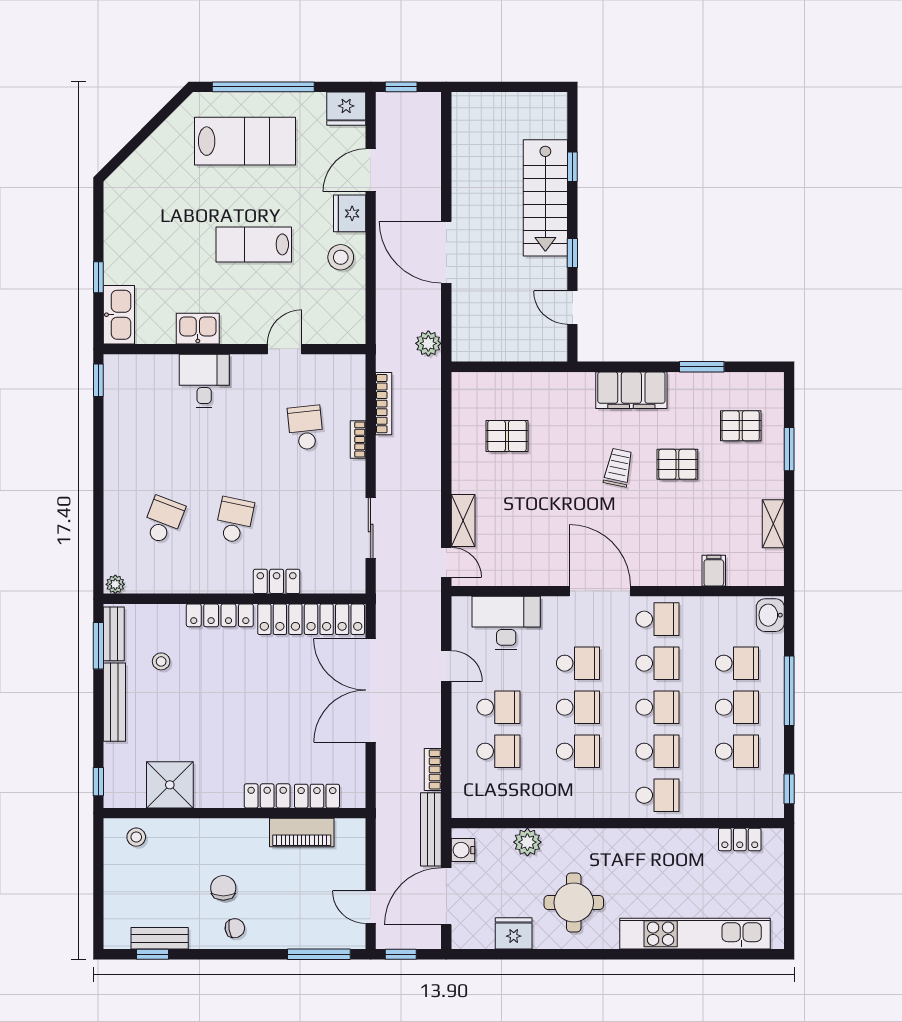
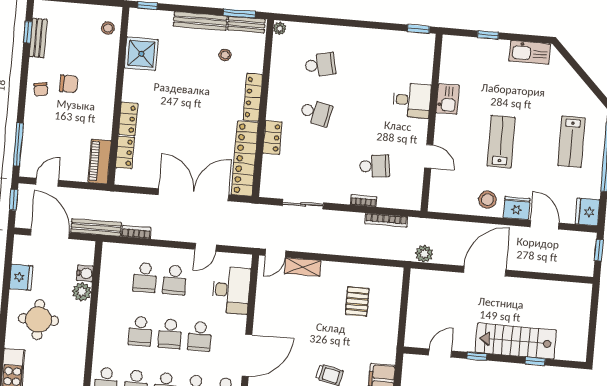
lab bench: (245, 141) -> (571, 142), width x0.73, depth x0.72
kitchen sink: (119, 315) -> (530, 52), moved
school desk: (163, 520) -> (320, 65), turned -33
piano: (302, 832) -> (100, 161), moved
water cooler: (463, 850) -> (85, 273), moved, turned 90

